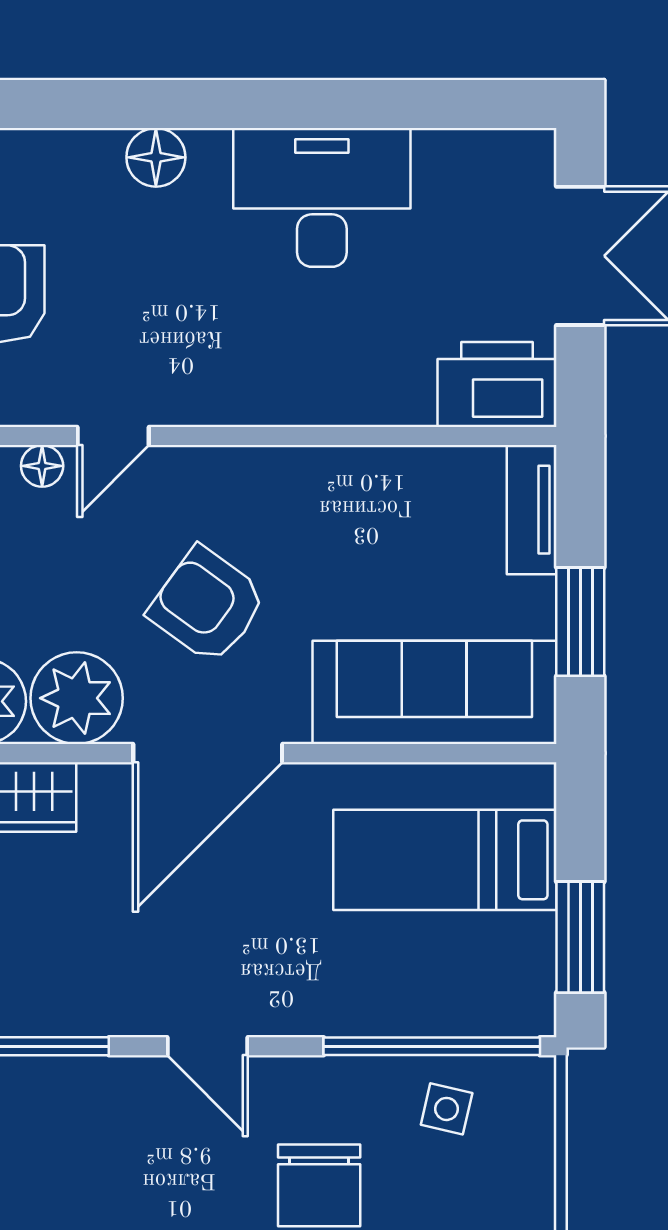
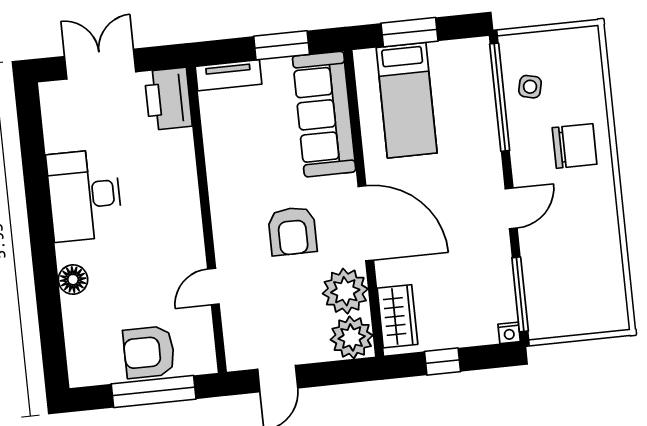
door: (113, 436) -> (213, 287), swing flipped
floor lamp: (42, 466) -> (232, 320), removed
armchair: (207, 605) -> (292, 231), turned -36
window: (580, 937) -> (410, 32), moved

